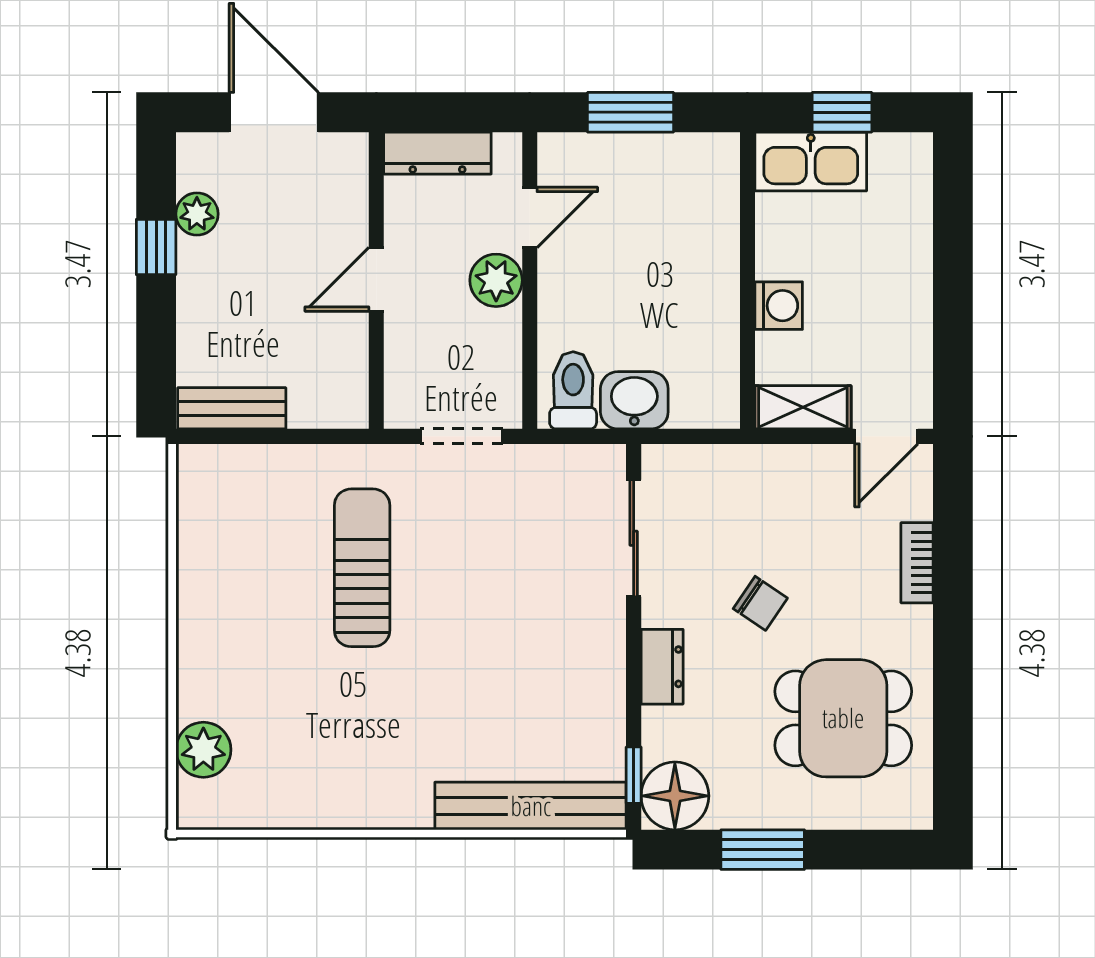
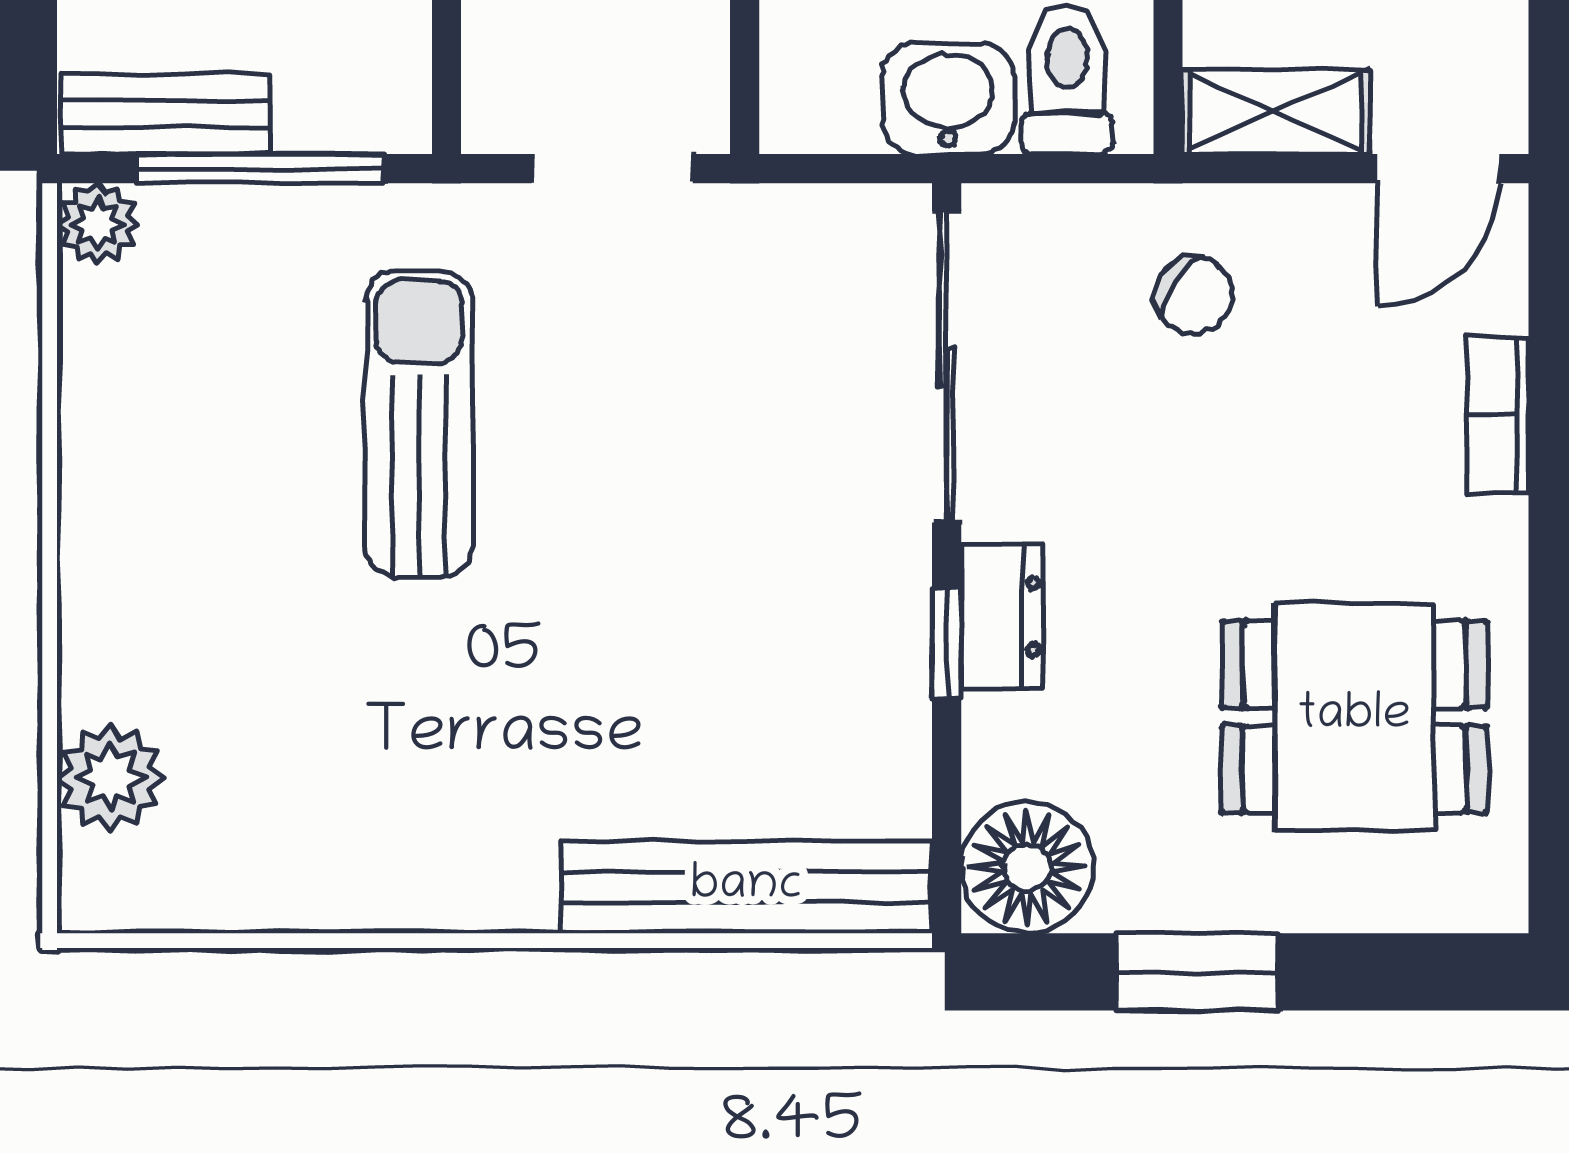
toilet: (573, 390) -> (1067, 79), moved
window: (281, 436) -> (260, 169), added
plant: (197, 465) -> (98, 224), added
sliding door: (634, 538) -> (947, 367), width x1.37
chair: (760, 603) -> (1194, 295), moved
window: (634, 775) -> (947, 643), moved

